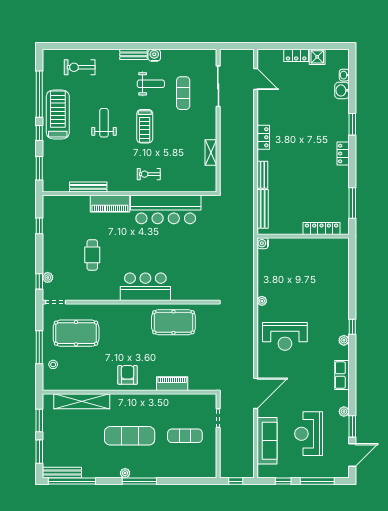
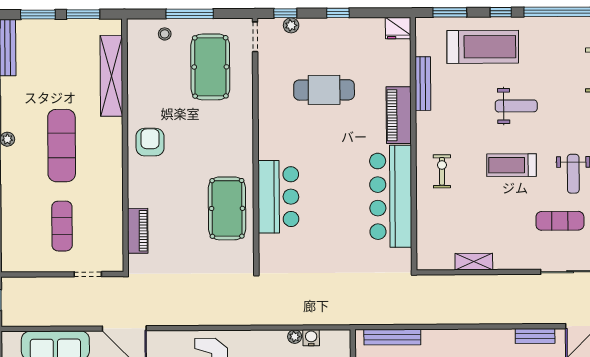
treadmill: (58, 115) -> (483, 47), moved
locker: (263, 137) -> (496, 337), removed
bench: (262, 175) -> (535, 336), moved
fridge: (50, 204) -> (398, 28), added
window: (39, 226) -> (338, 13), moved
water cooler: (263, 243) -> (311, 338), moved
cafe table: (92, 255) -> (324, 90), width x1.37, depth x1.35
bar counter: (145, 287) -> (278, 197), moved
plant: (262, 301) -> (295, 337), moved
armchair: (128, 375) -> (150, 142), turned -90
piano: (172, 384) -> (138, 231), moved

